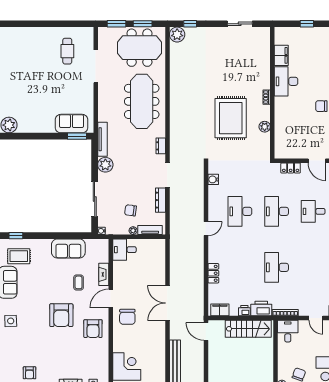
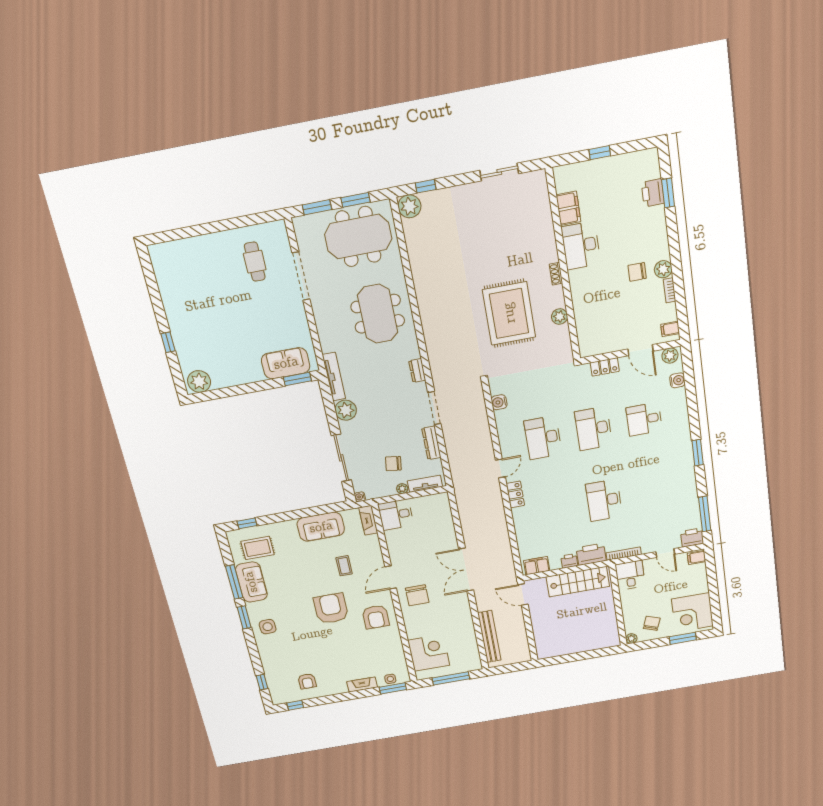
meeting table: (142, 101) -> (378, 314), width x0.73
locker: (213, 273) -> (515, 494), moved
fireplace: (104, 274) -> (368, 520), moved
armchair: (61, 315) -> (331, 608), turned 180

